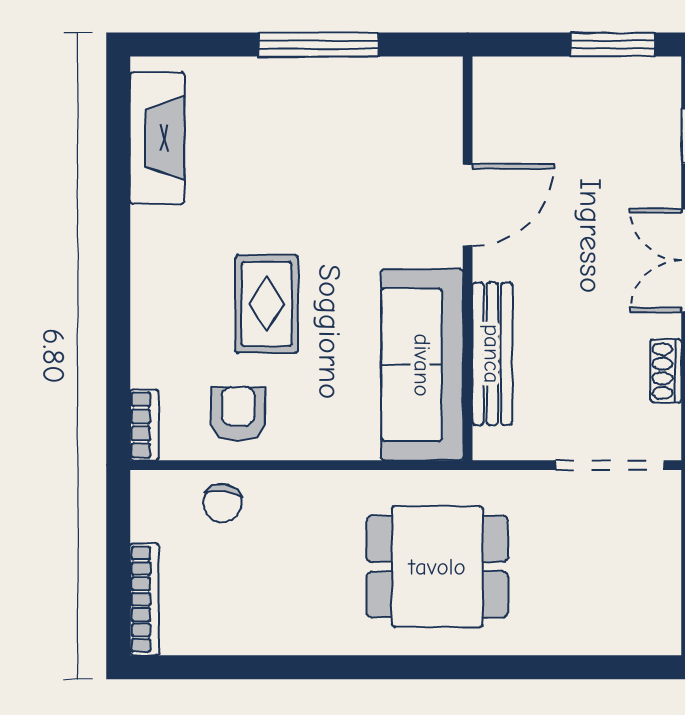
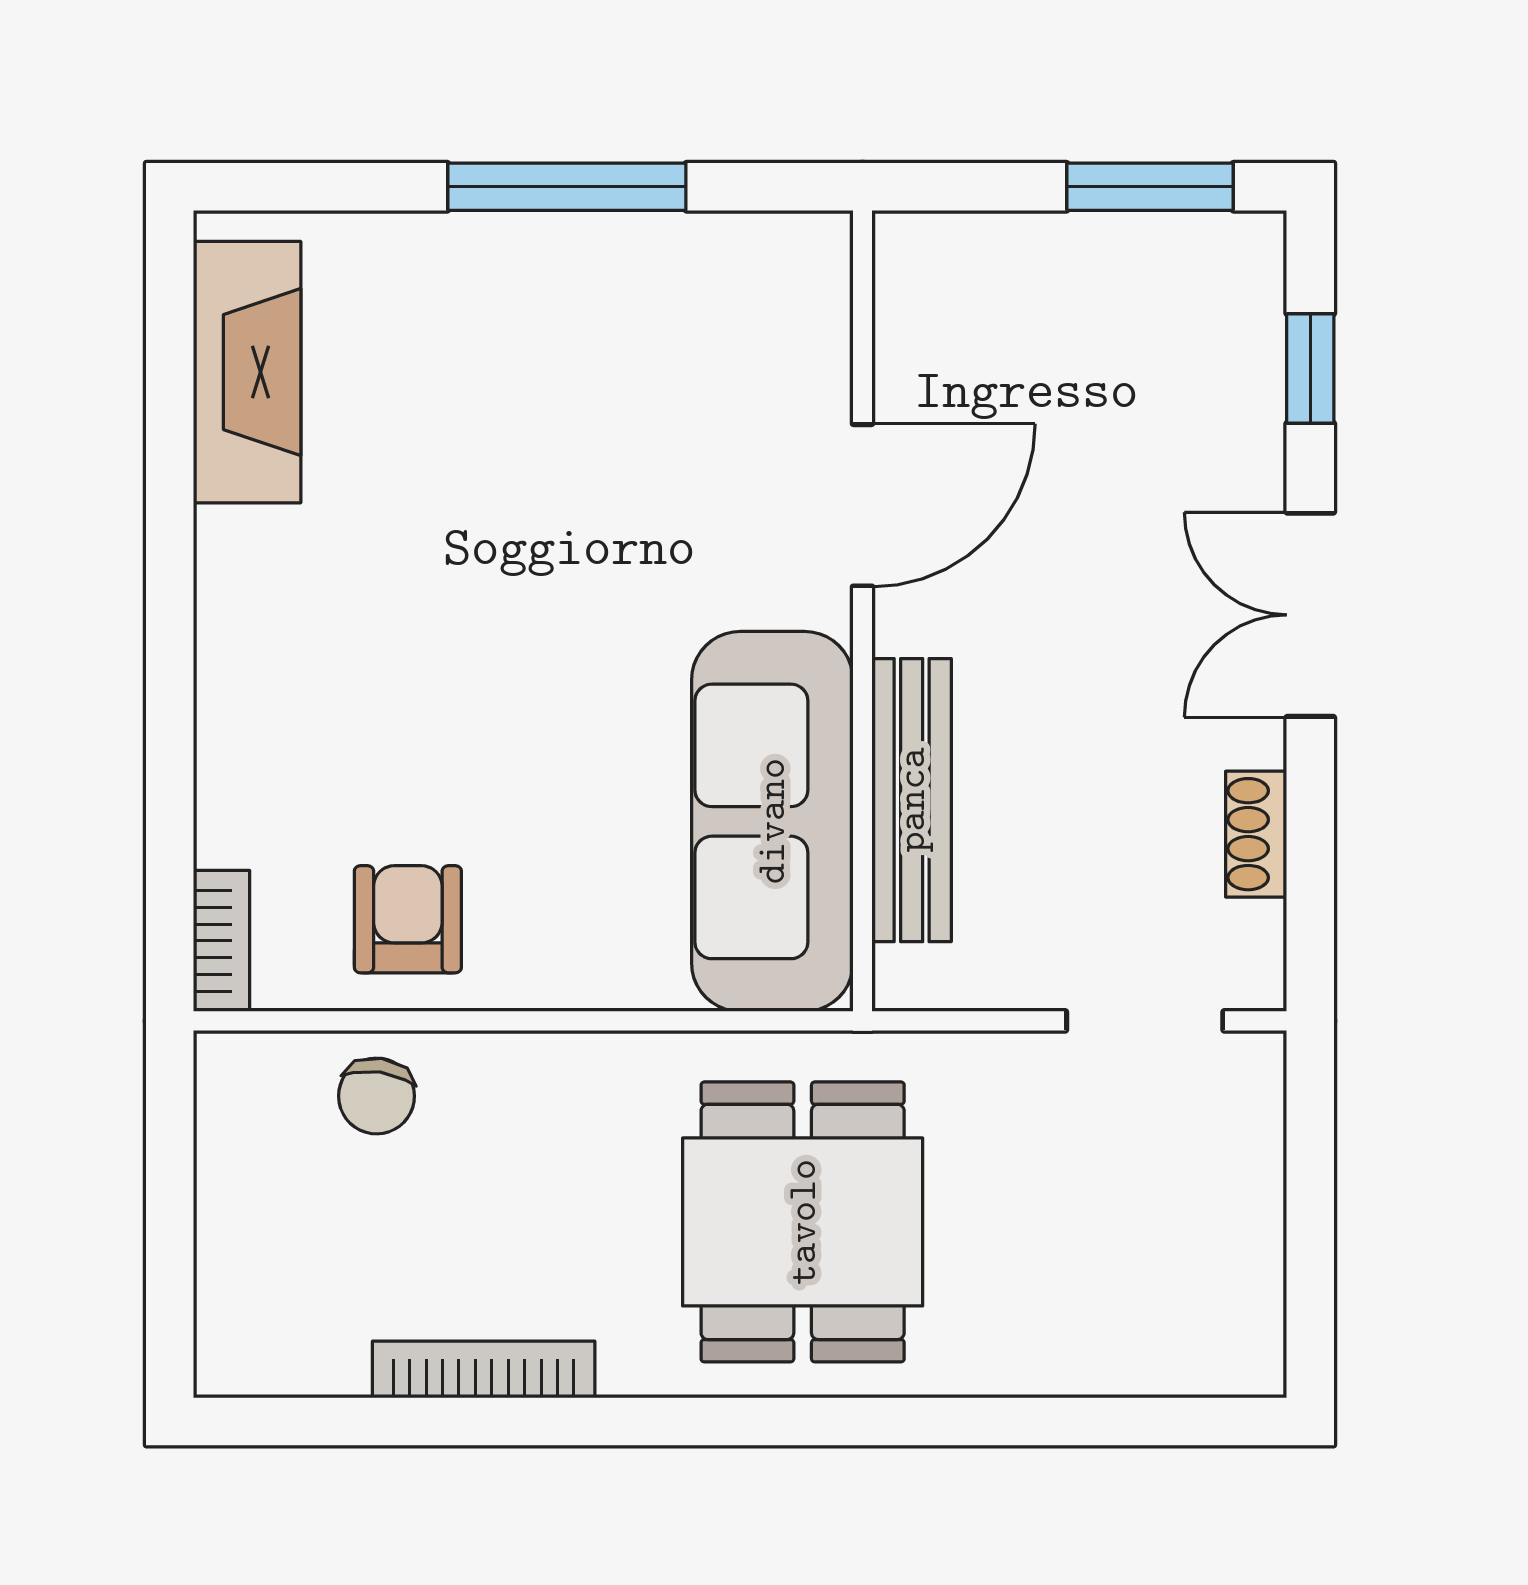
rug: (267, 304) -> (464, 701), removed
doorway: (610, 465) -> (1145, 1021), width x0.73
dining table: (437, 567) -> (803, 1222), turned 90
bookcase: (144, 599) -> (484, 1369), moved, turned -90

